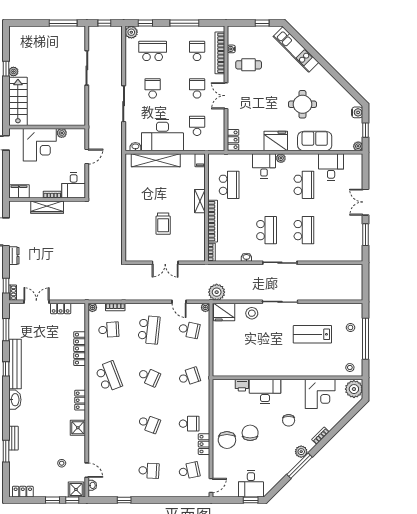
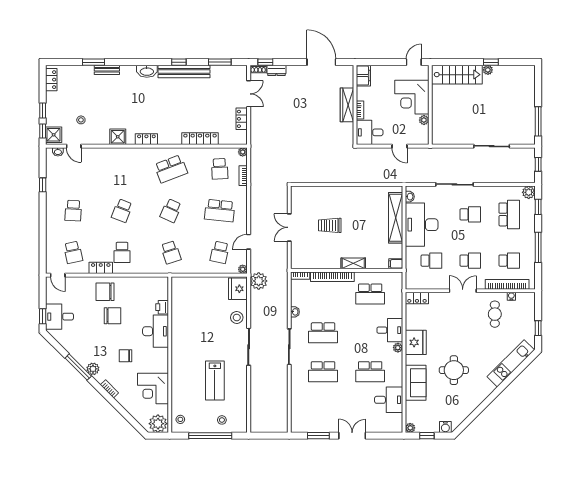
dresser: (14, 256) -> (276, 70), moved
lab bench: (312, 334) -> (215, 380), turned 180
door: (87, 470) -> (74, 146), hinge flipped

